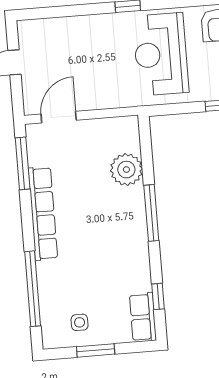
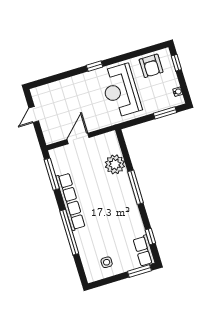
door: (59, 117) -> (78, 139), moved
window: (33, 289) -> (69, 232), moved
window: (96, 350) -> (139, 271), moved

